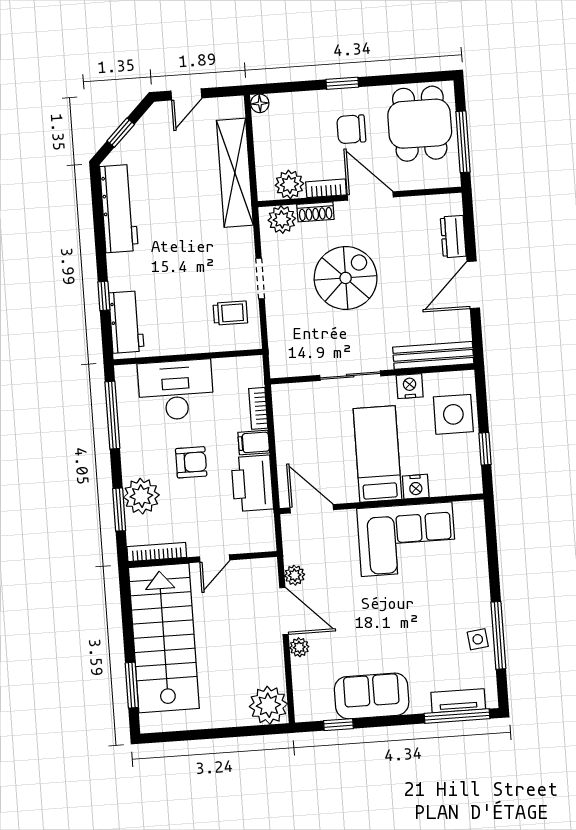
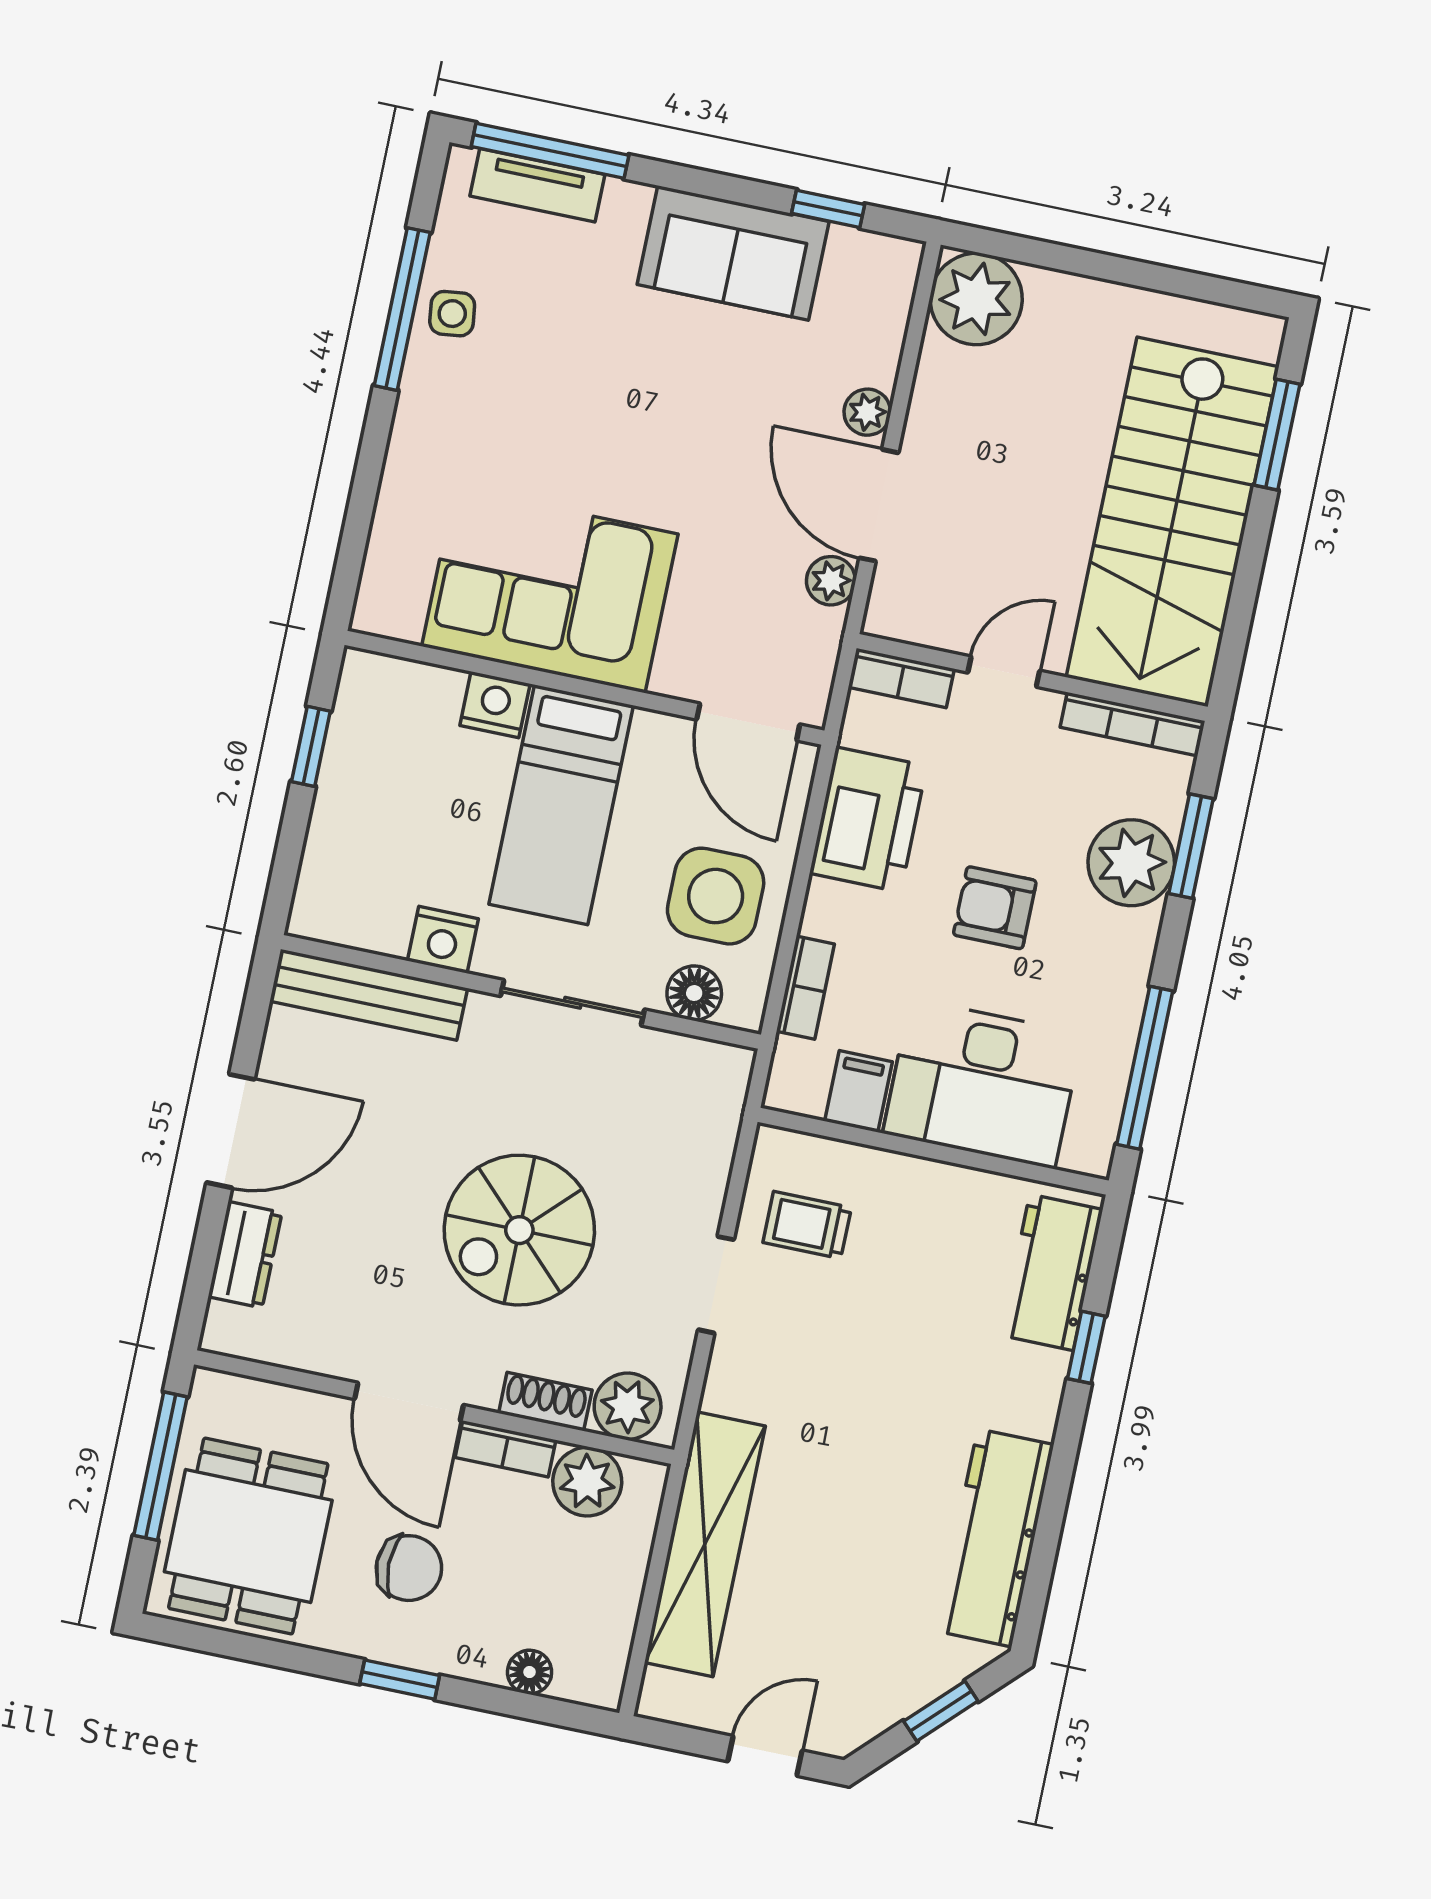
floor lamp: (260, 103) -> (530, 1672), moved
floor lamp: (302, 393) -> (694, 993), added
side table: (453, 414) -> (716, 896), moved
filing cabinet: (254, 443) -> (858, 1091), moved, turned -90
bookcase: (255, 544) -> (901, 678), added

